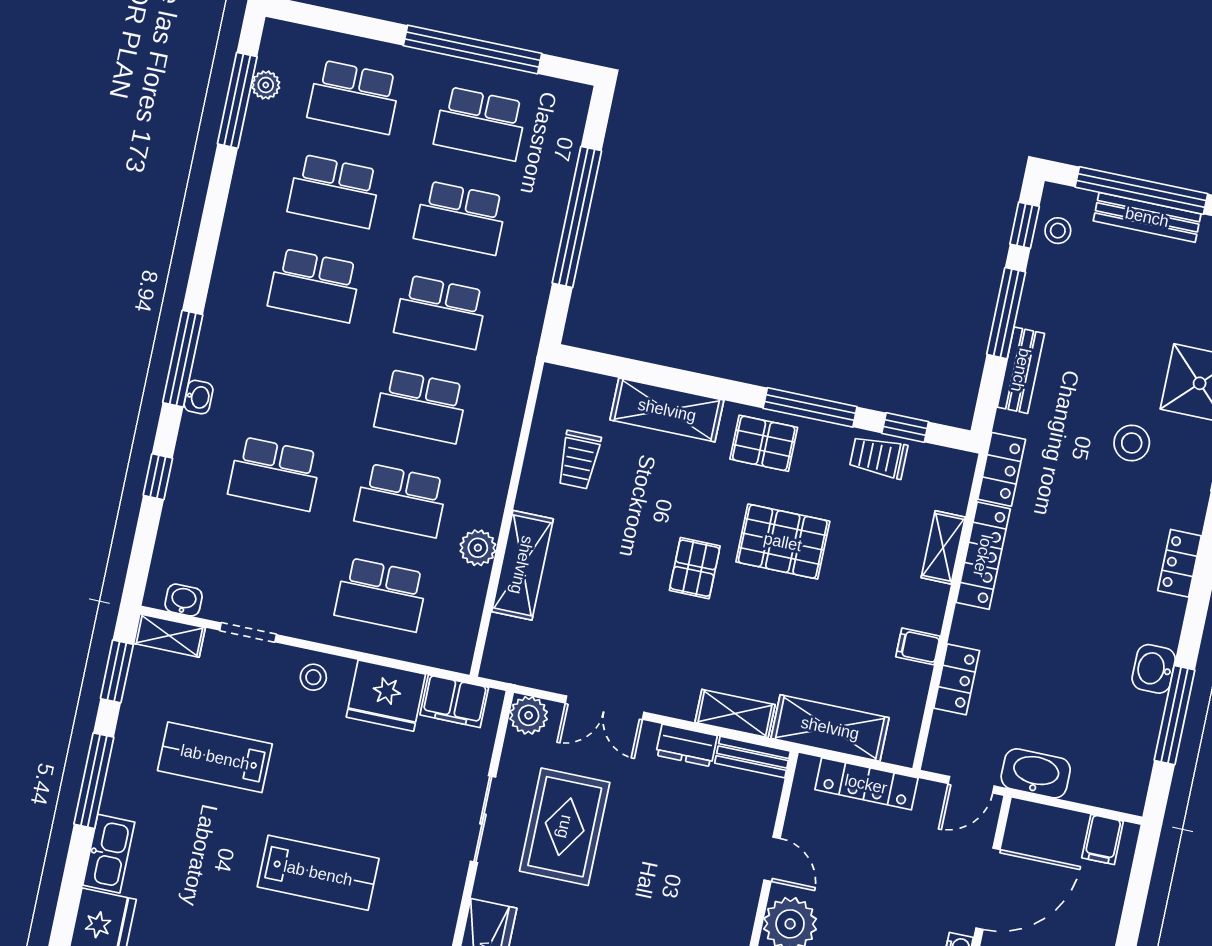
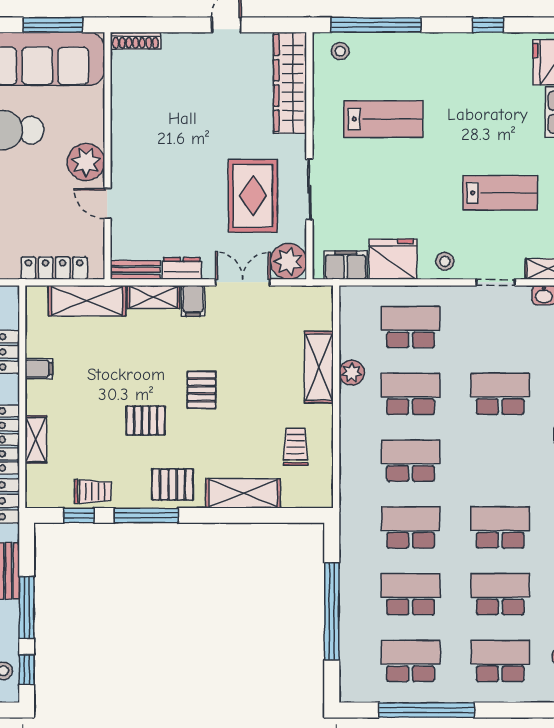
pallet: (783, 542) -> (146, 420), width x0.67, depth x0.71
filing cabinet: (680, 696) -> (193, 301), added
plant: (529, 715) -> (288, 261), width x1.36, depth x1.36
lab bench: (318, 873) -> (383, 119), moved, turned 180

